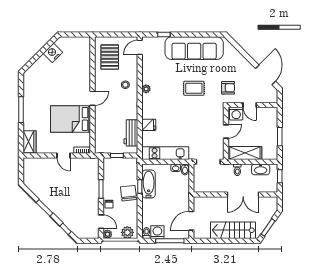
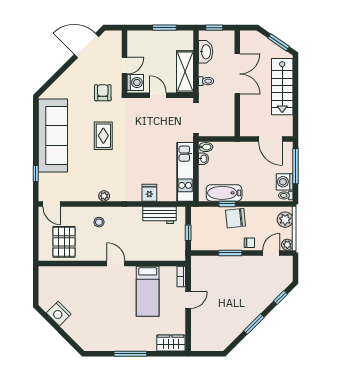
pallet: (110, 57) -> (64, 242), turned 90
bed: (70, 119) -> (148, 291), width x0.67

